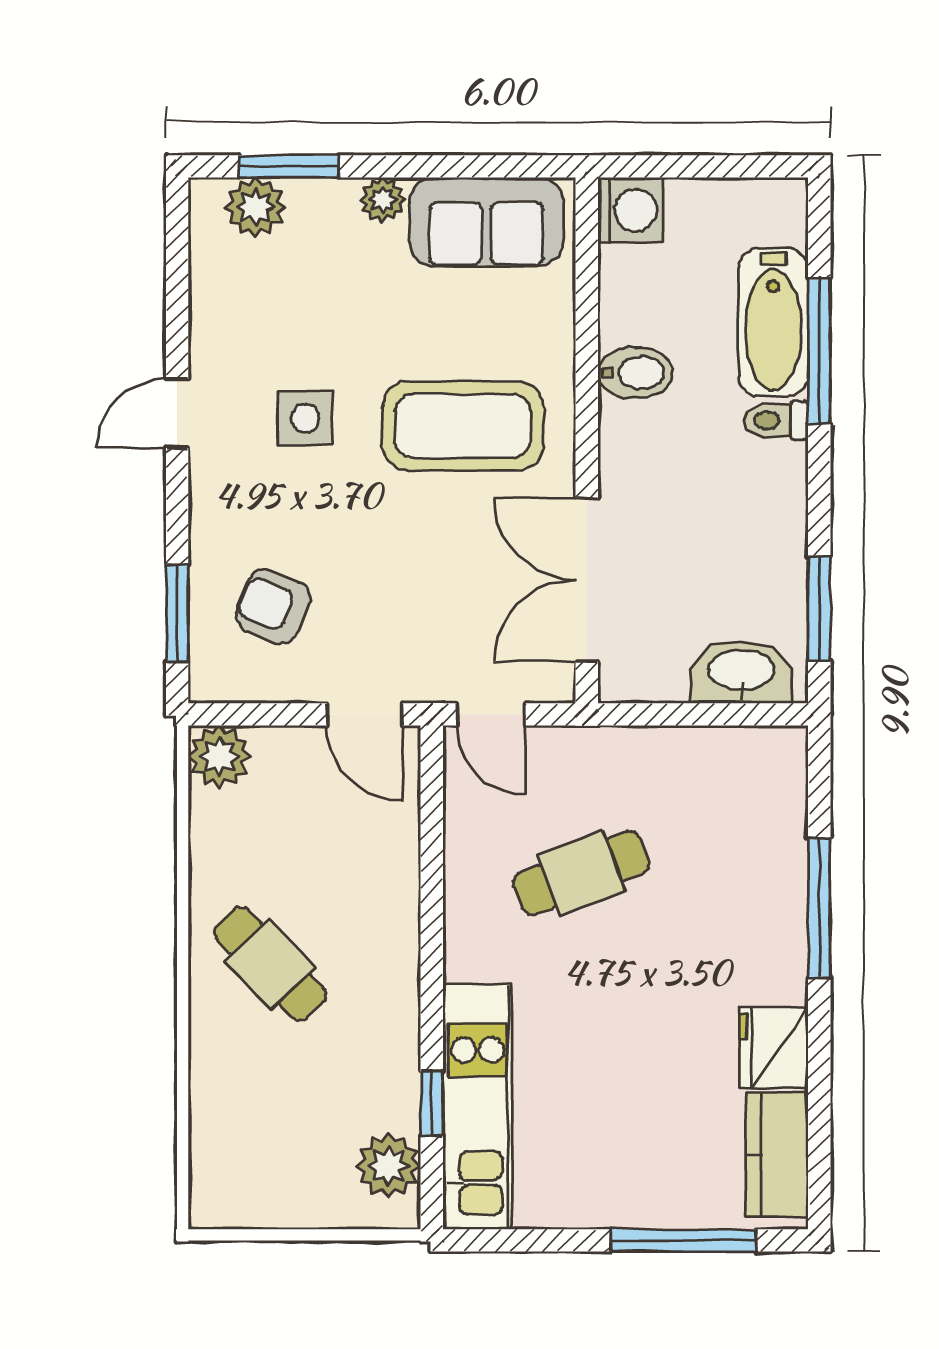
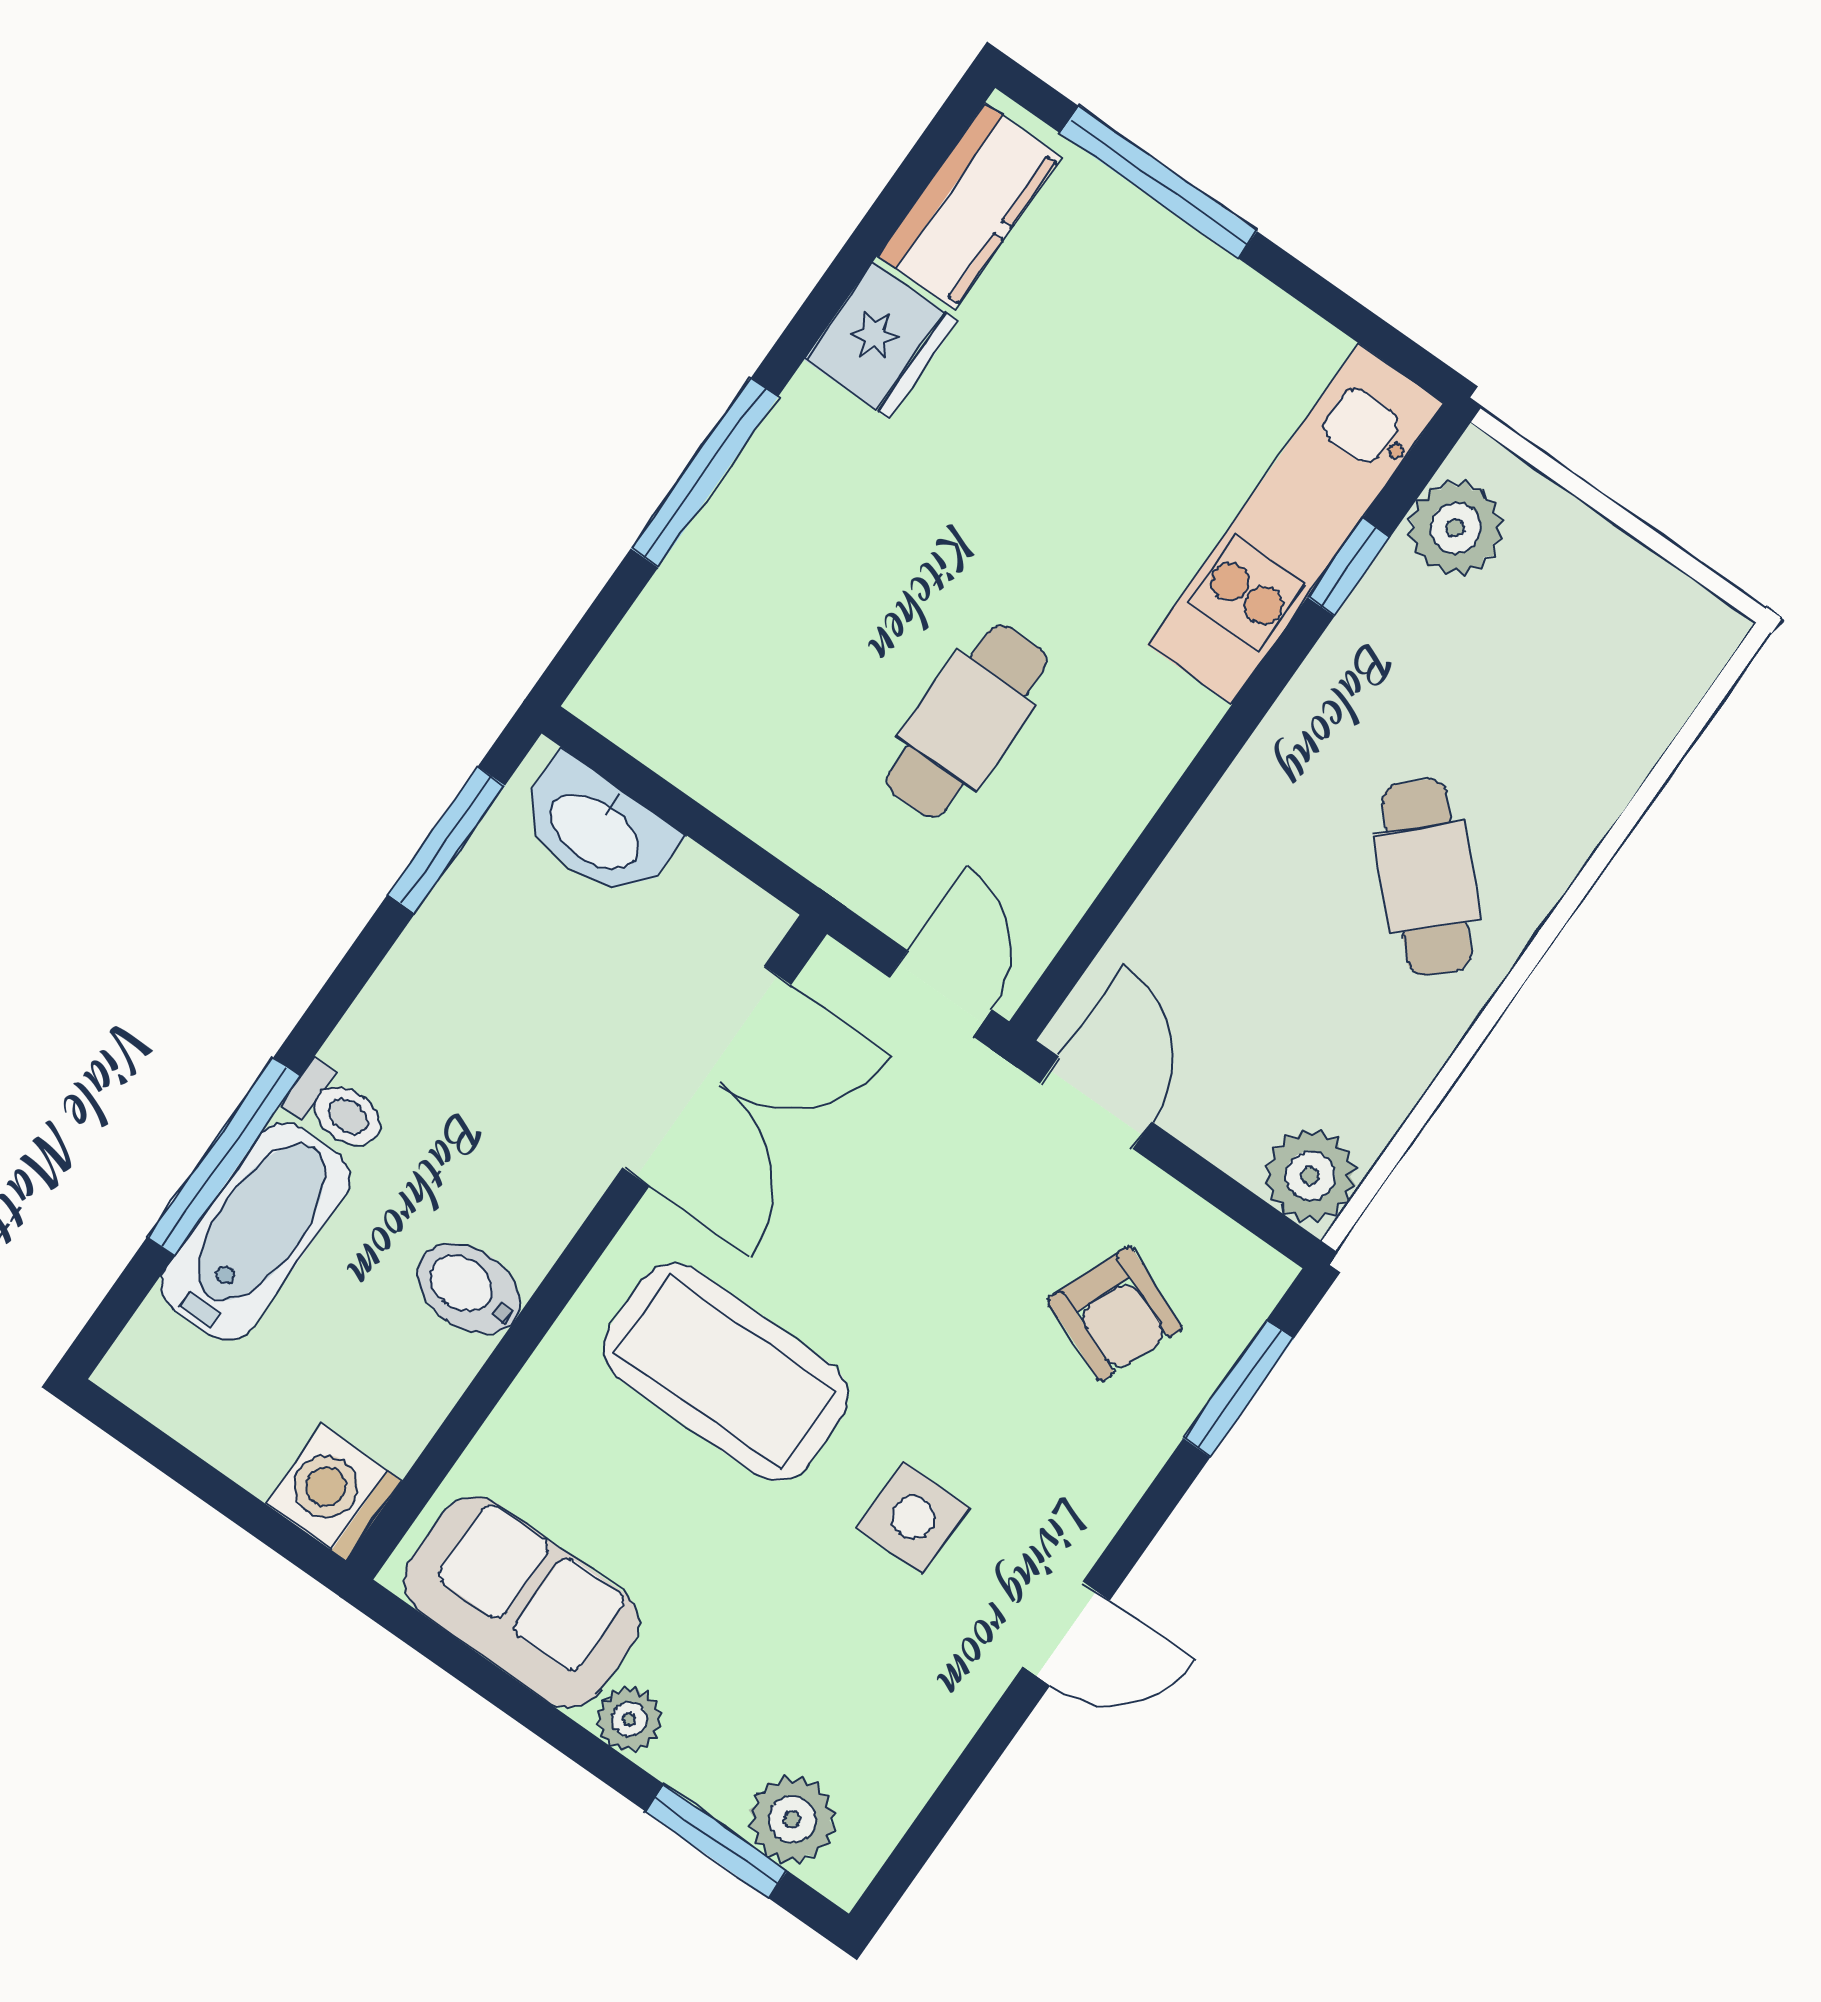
cafe table: (581, 873) -> (967, 721), turned -69

